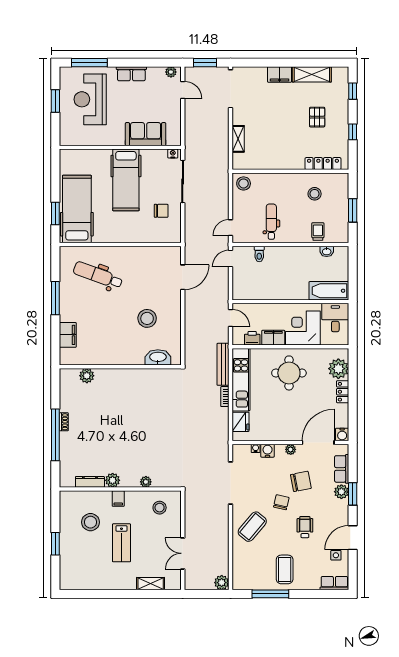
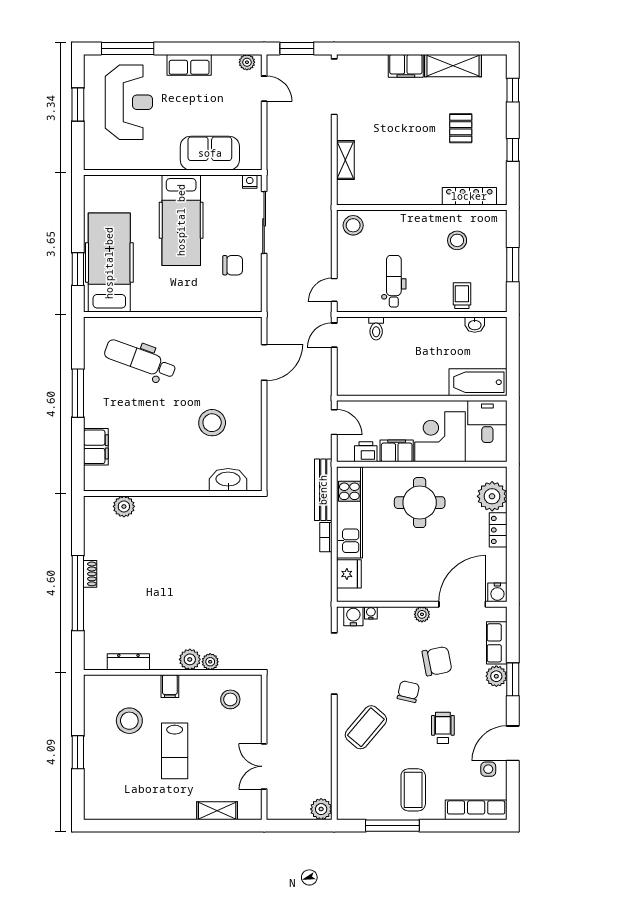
reception desk: (90, 99) -> (129, 102), turned 180
water cooler: (268, 451) -> (353, 616), moved
plant: (113, 480) -> (190, 659), moved
row of seats: (334, 583) -> (476, 810), width x1.48

